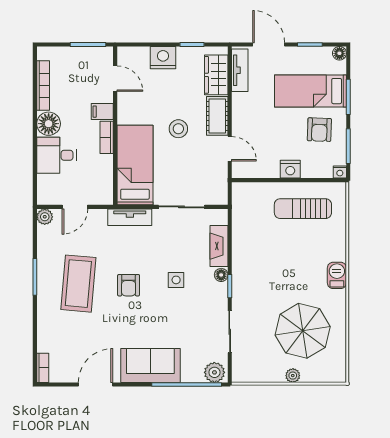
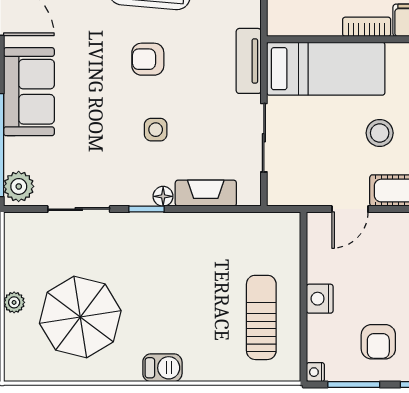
armchair: (319, 130) -> (378, 342), turned -92

